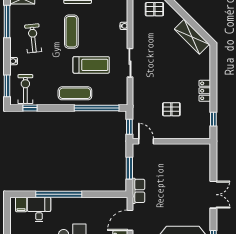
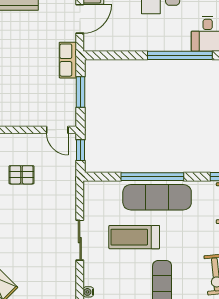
exercise mat: (75, 93) -> (157, 197), width x1.36, depth x1.45
window: (97, 108) -> (152, 177), moved

